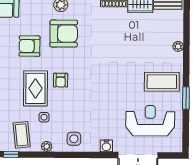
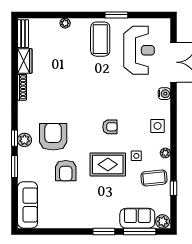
armchair: (61, 80) -> (110, 127), moved
reception desk: (150, 121) -> (139, 50), turned 180

